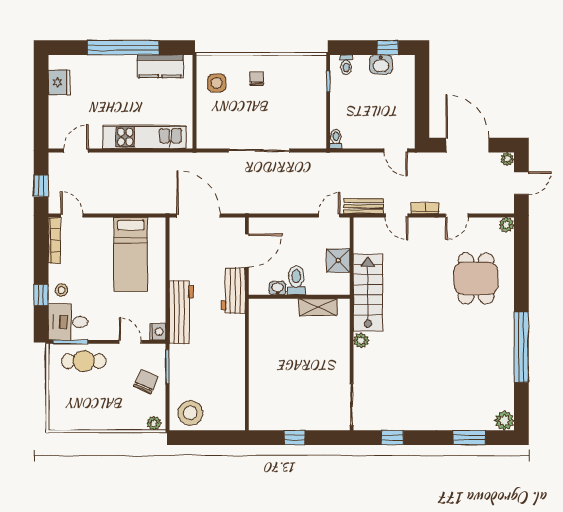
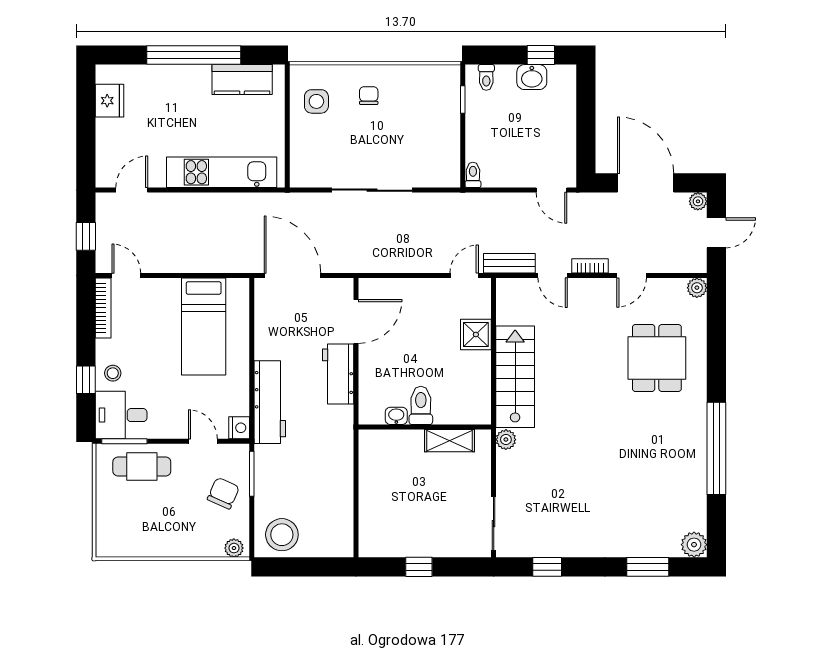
toilet: (296, 280) -> (421, 405), moved
washbasin: (278, 288) -> (396, 416), moved
wall: (299, 297) -> (425, 427), moved
shelving: (318, 307) -> (450, 441), moved

